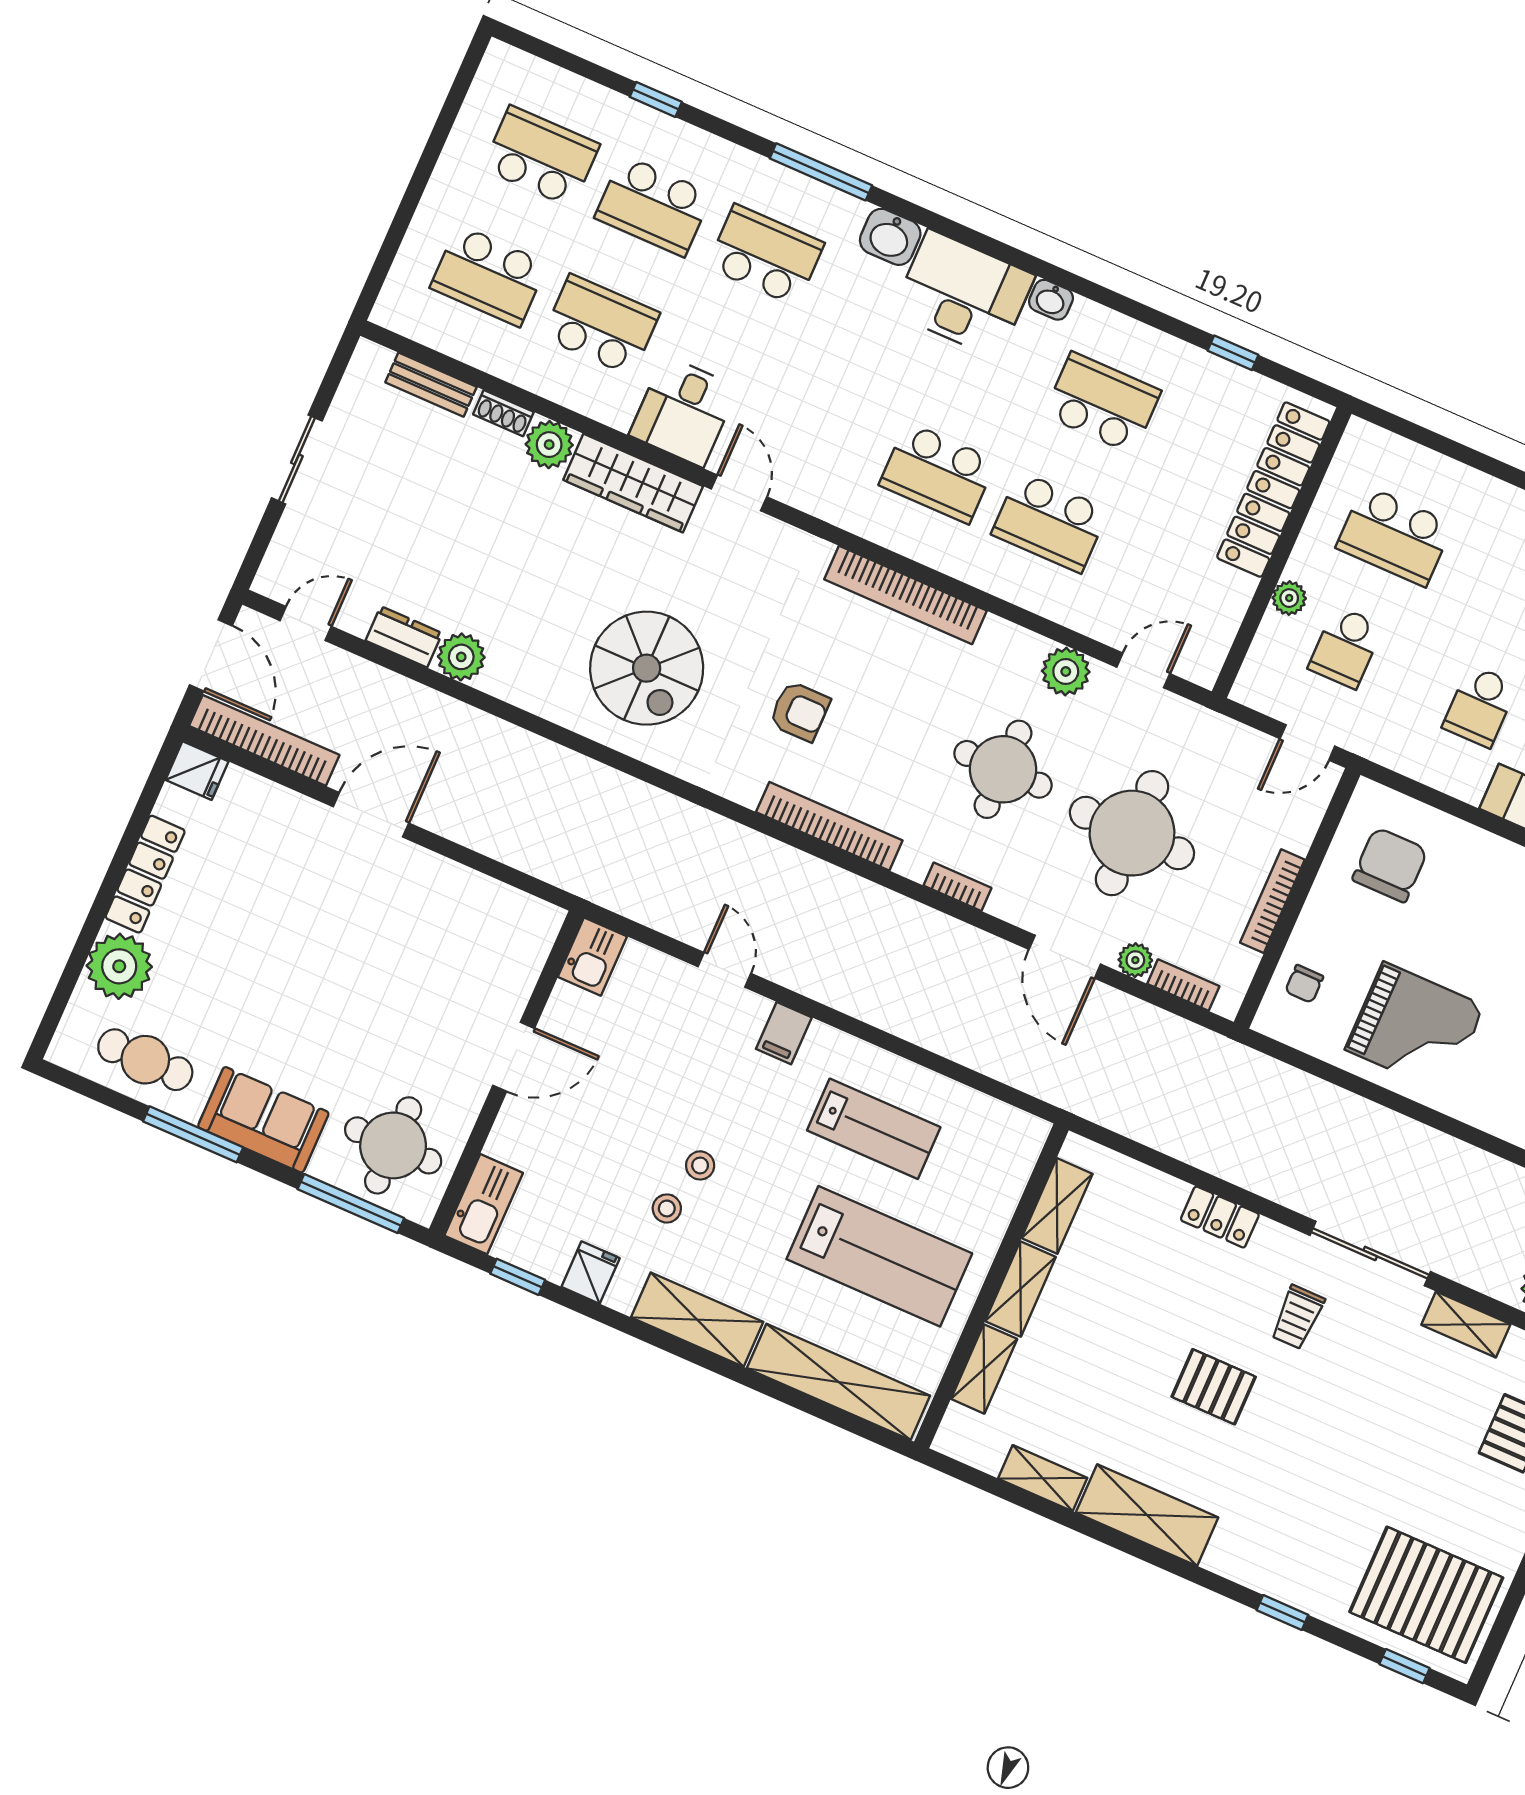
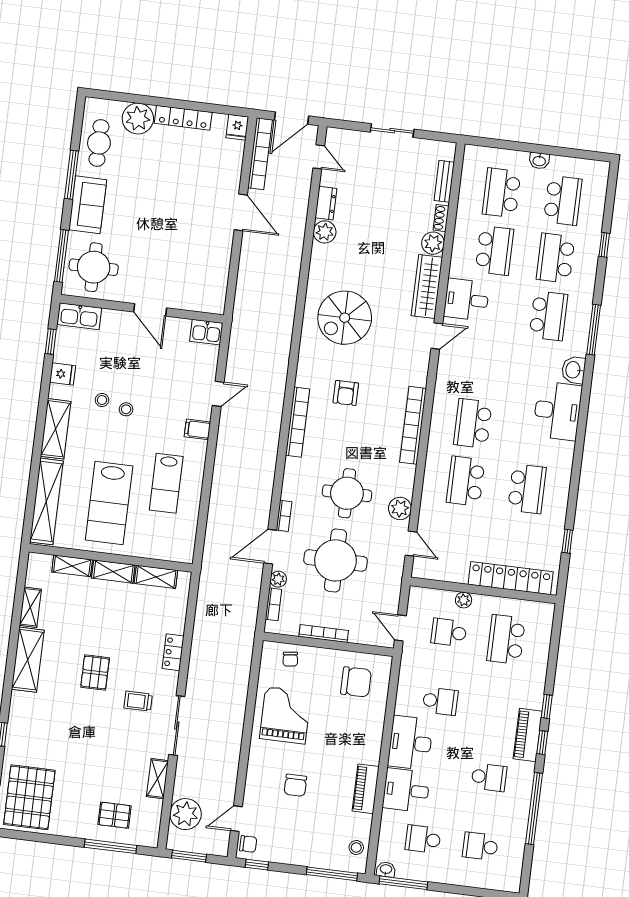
washbasin: (1051, 300) -> (539, 161), moved, turned -90
school desk: (1480, 706) -> (440, 701), turned 180
bookcase: (958, 887) -> (284, 516), moved
chair: (1304, 984) -> (290, 659), turned -97
grand piano: (1415, 1028) -> (285, 715), turned 180

